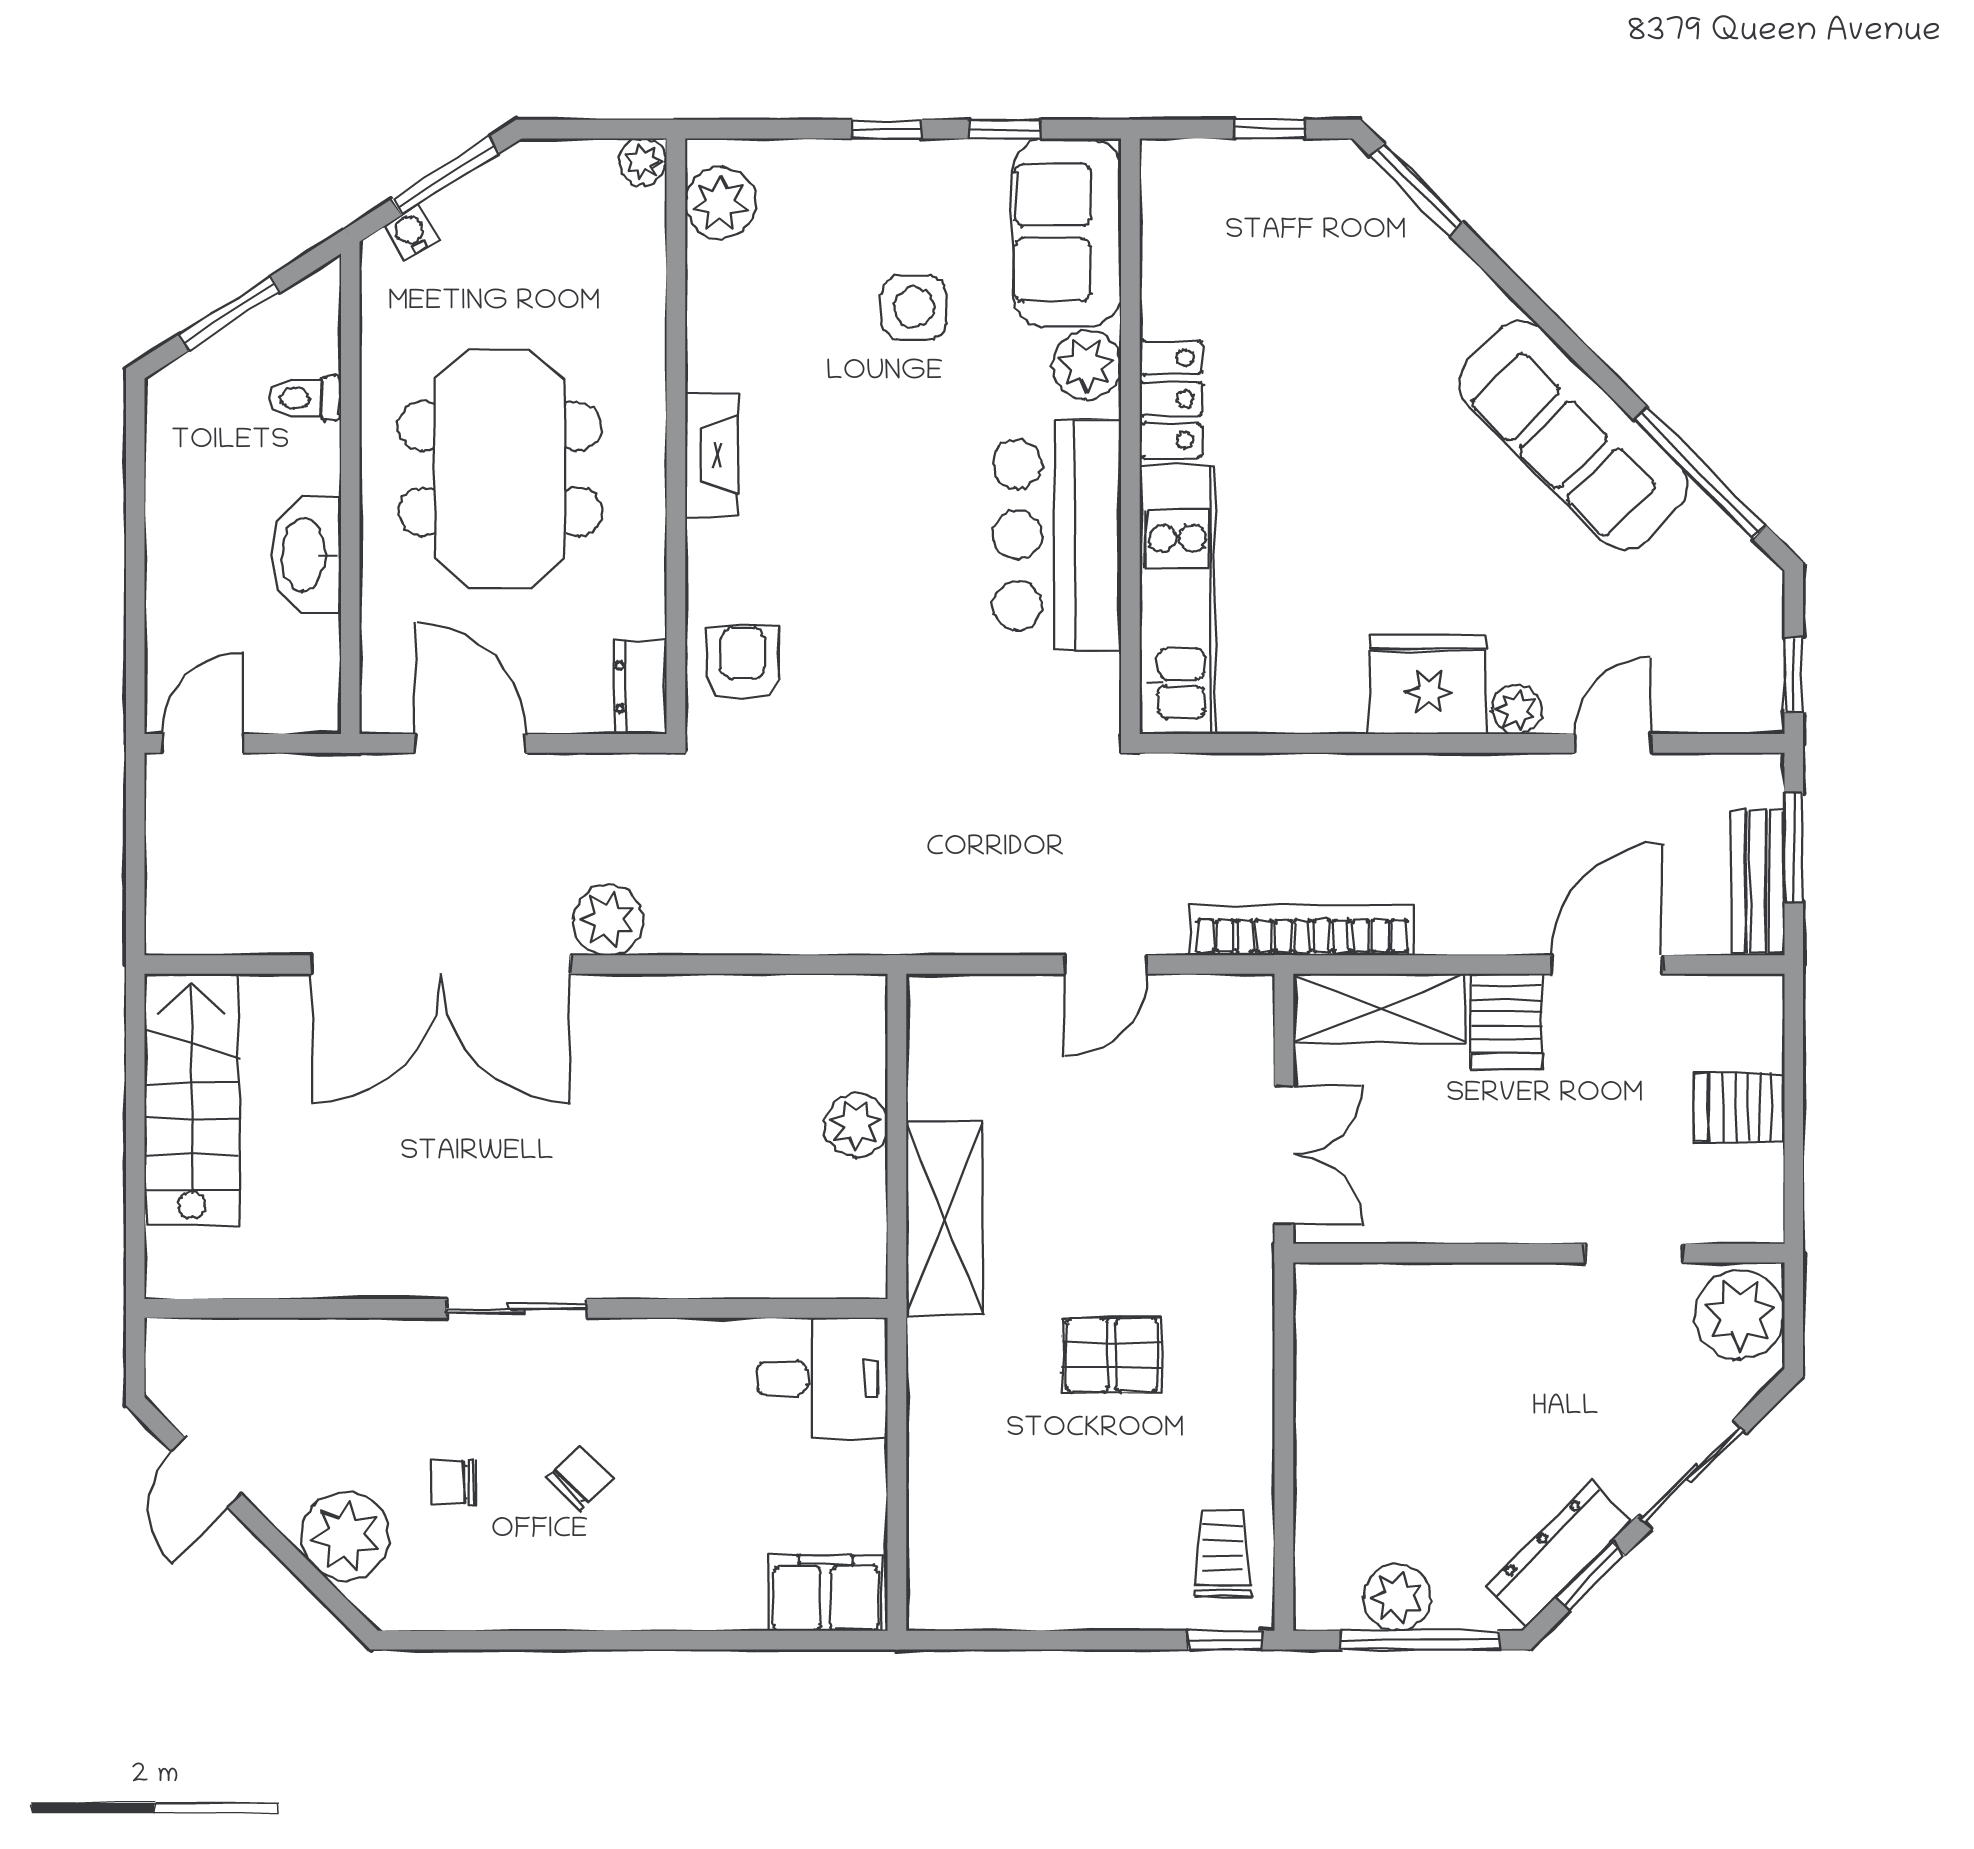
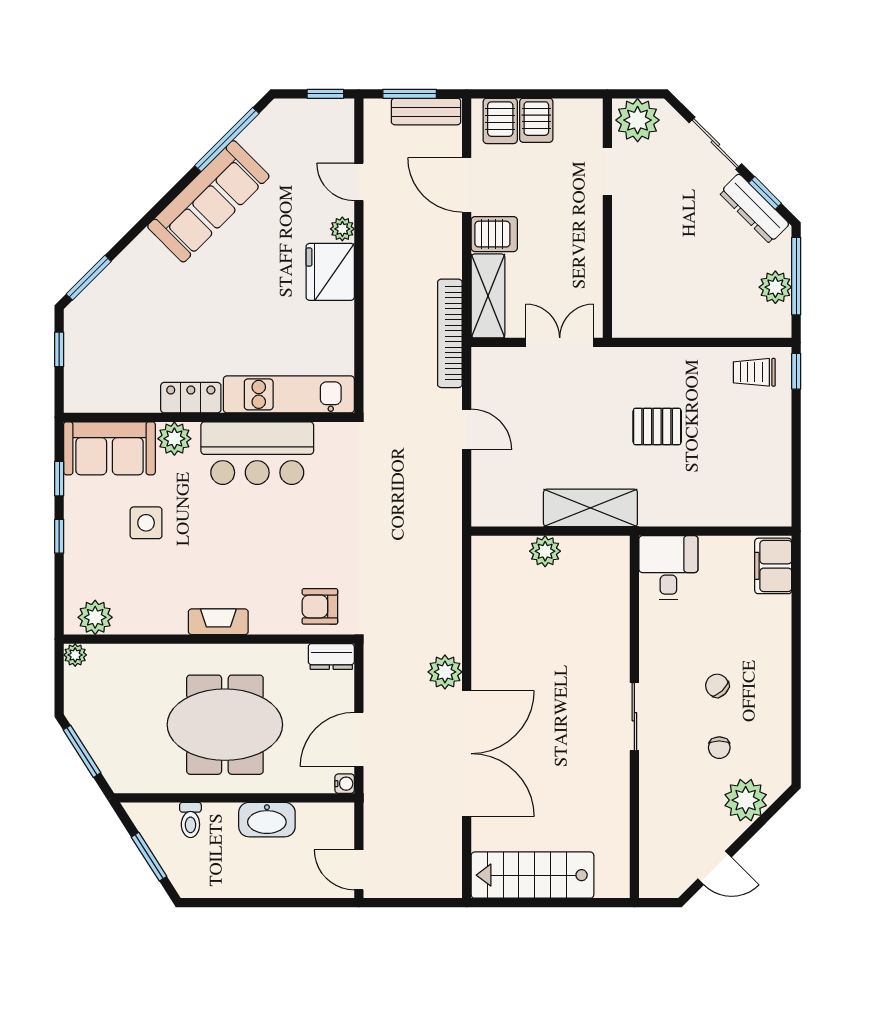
water cooler: (411, 232) -> (345, 784), moved, turned -148
server rack: (1738, 1033) -> (500, 121), added
pallet: (1112, 1355) -> (657, 426), turned 90

